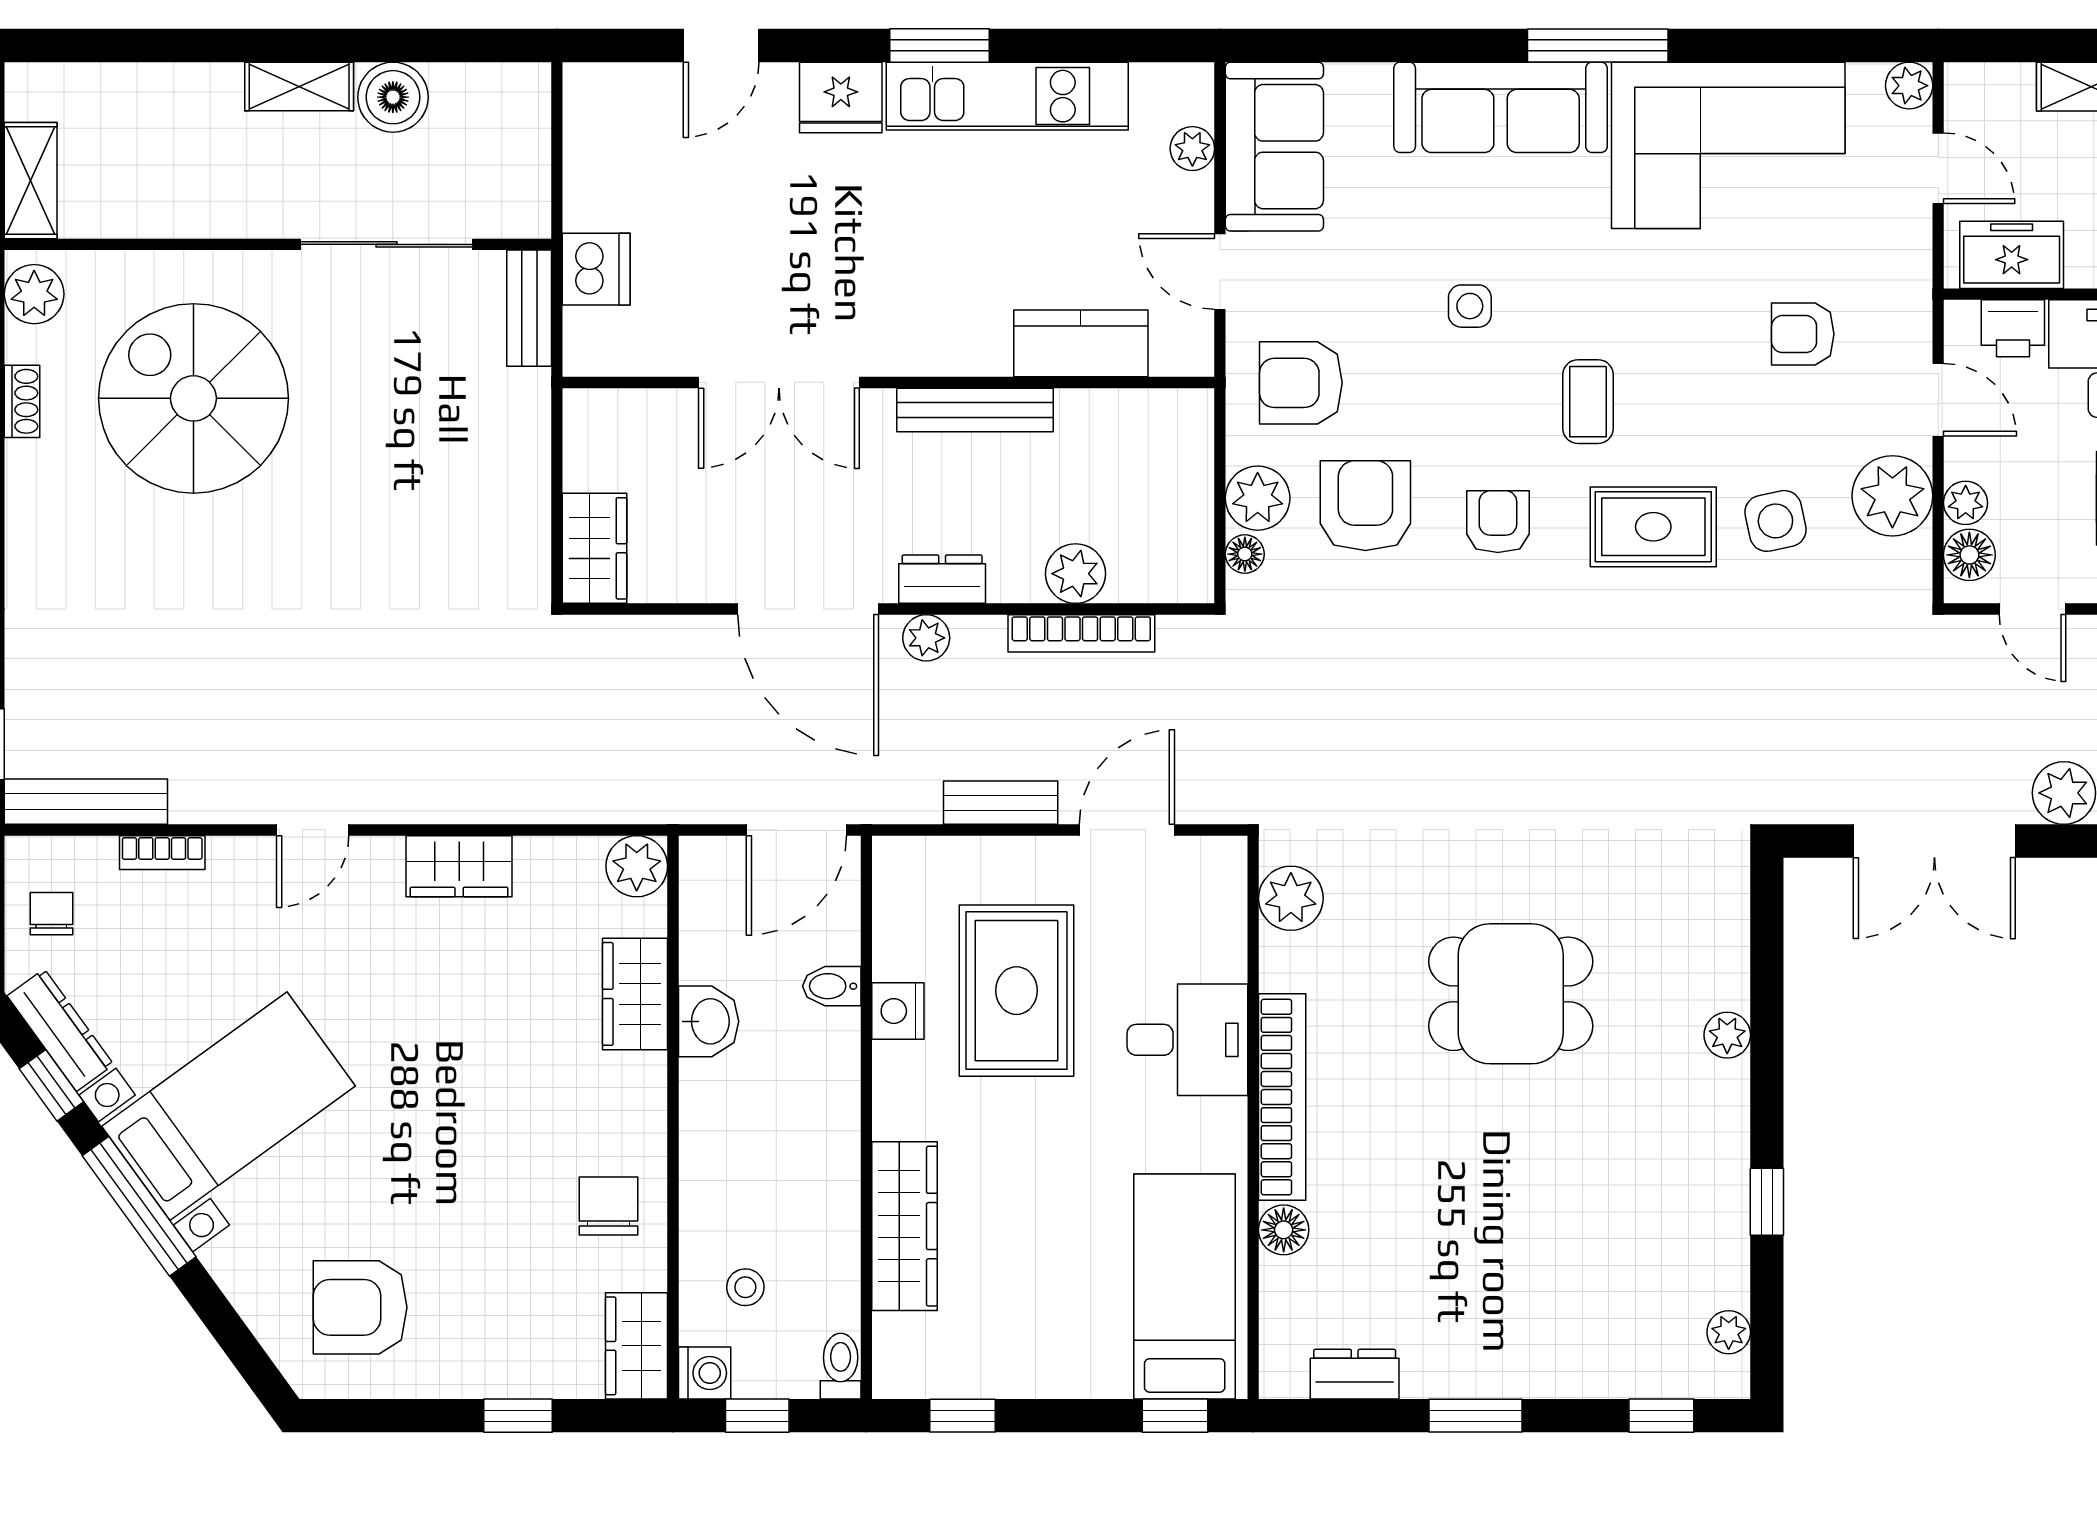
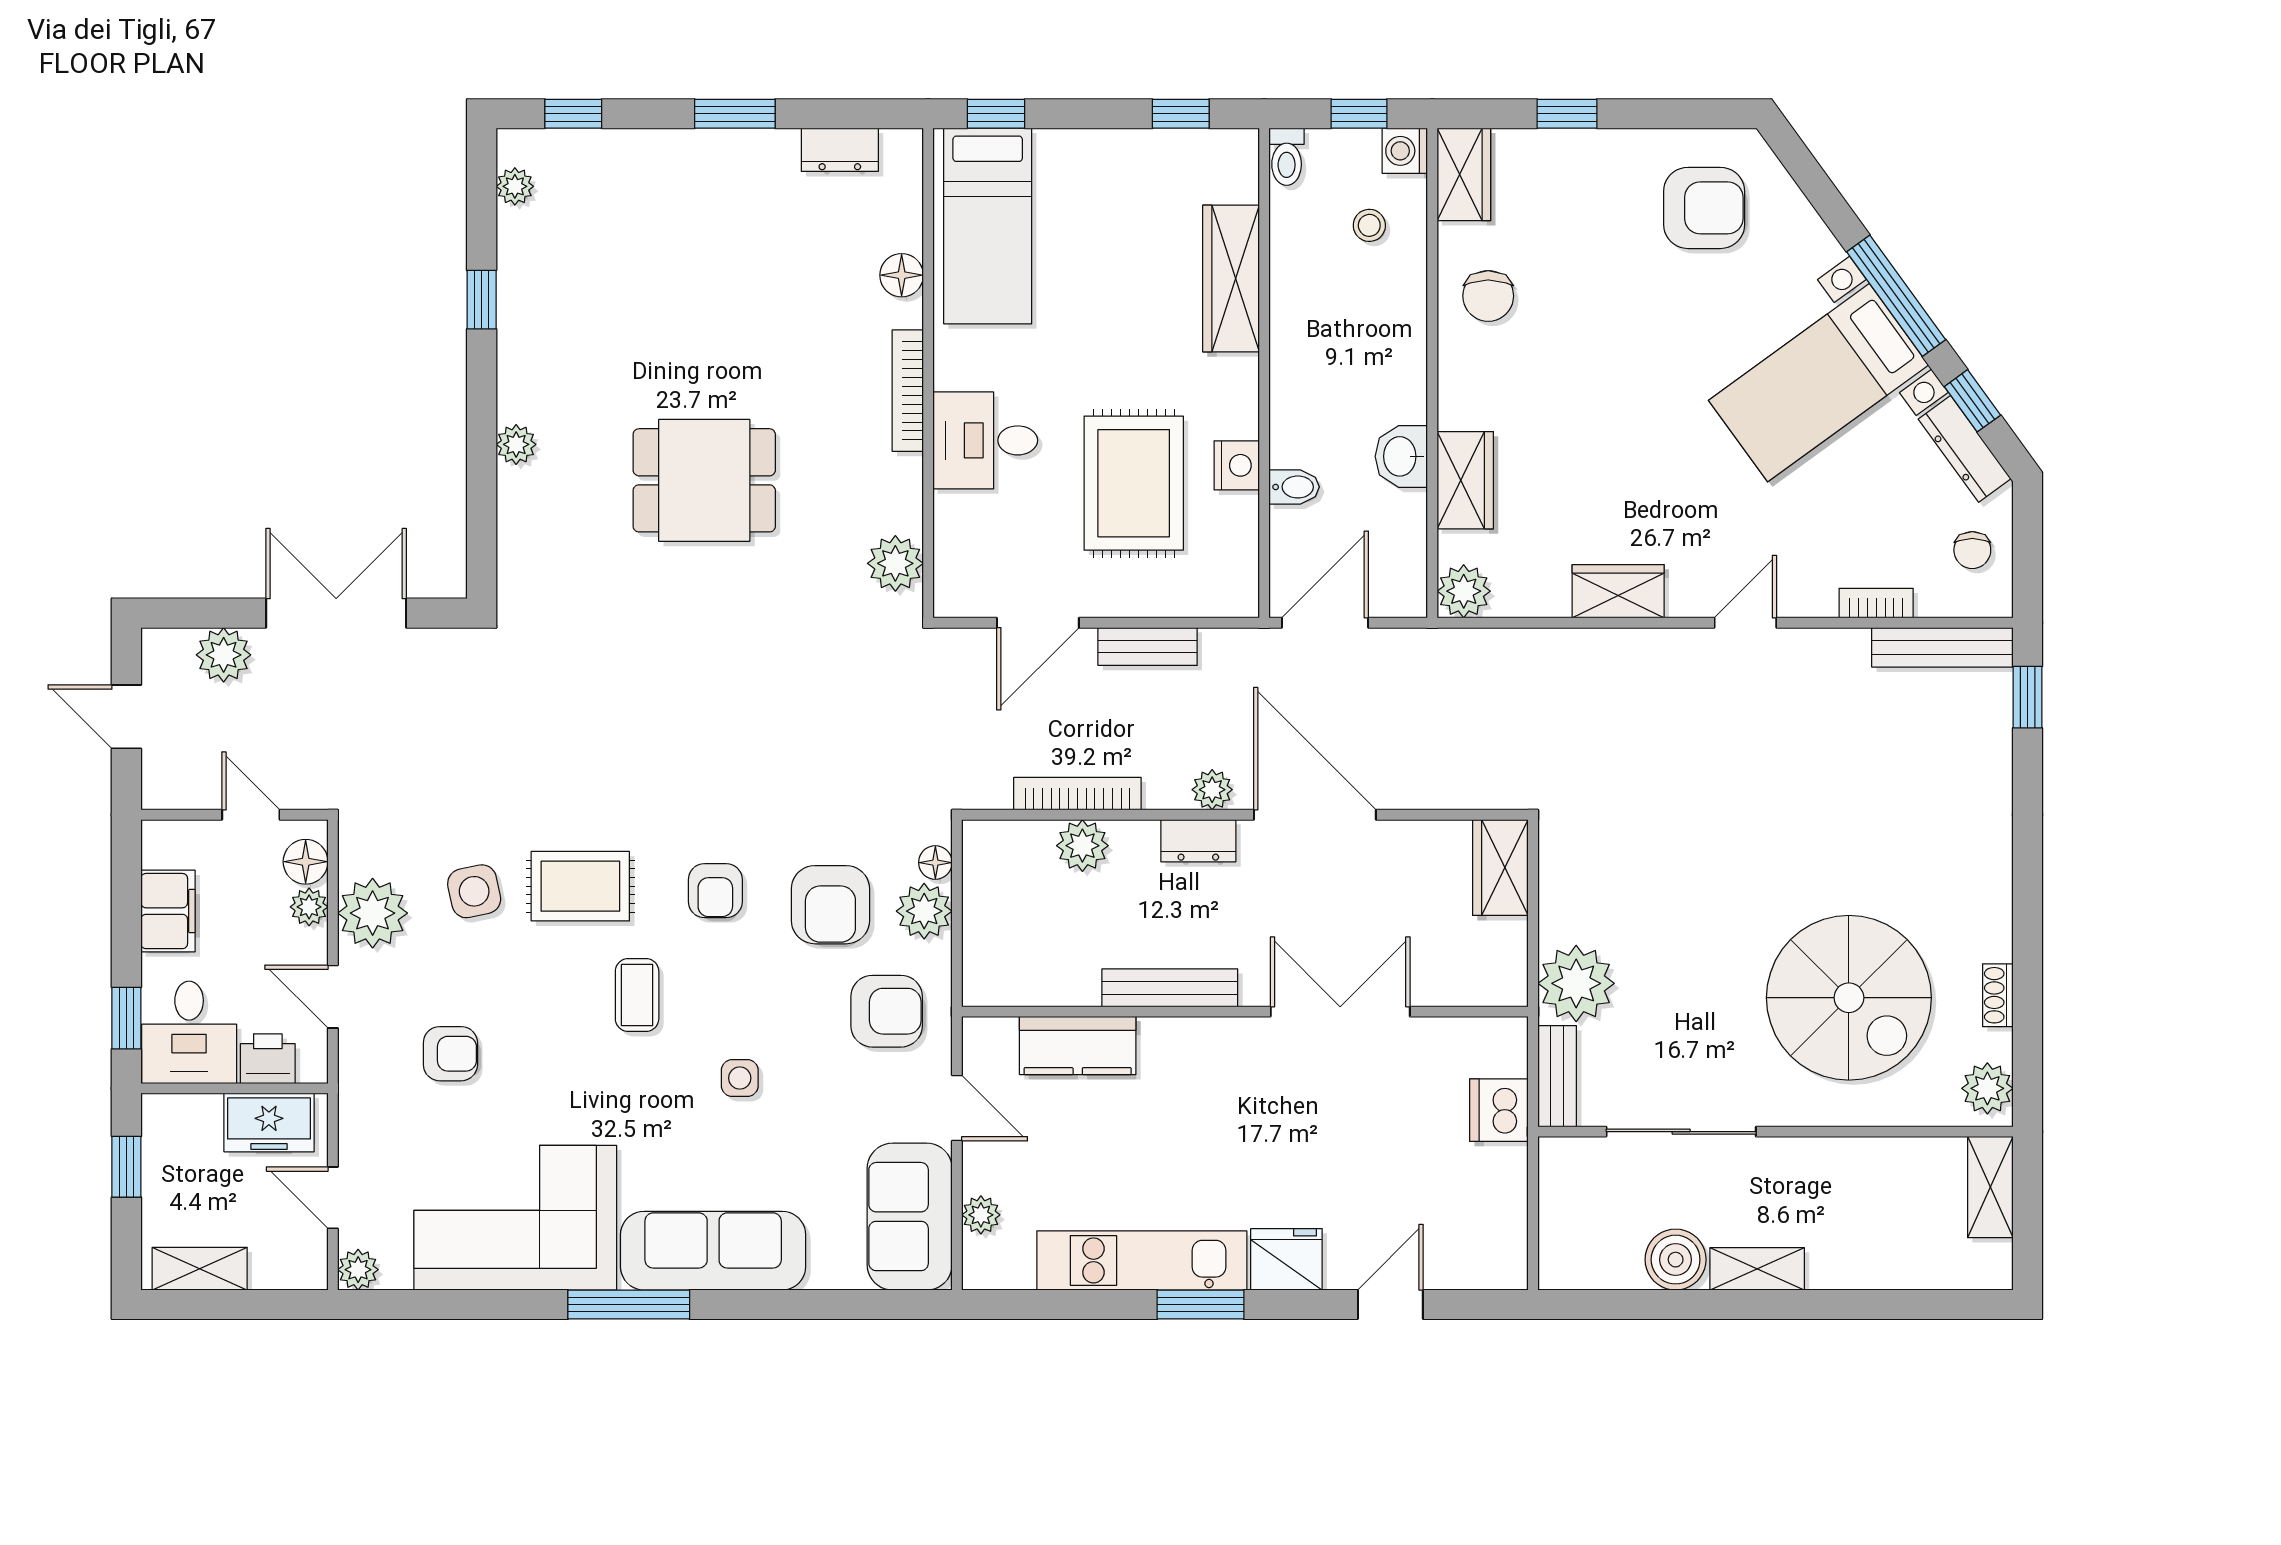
plant: (507, 415) -> (1576, 983), added
bookcase: (1282, 1097) -> (908, 391), width x0.68, depth x0.76

